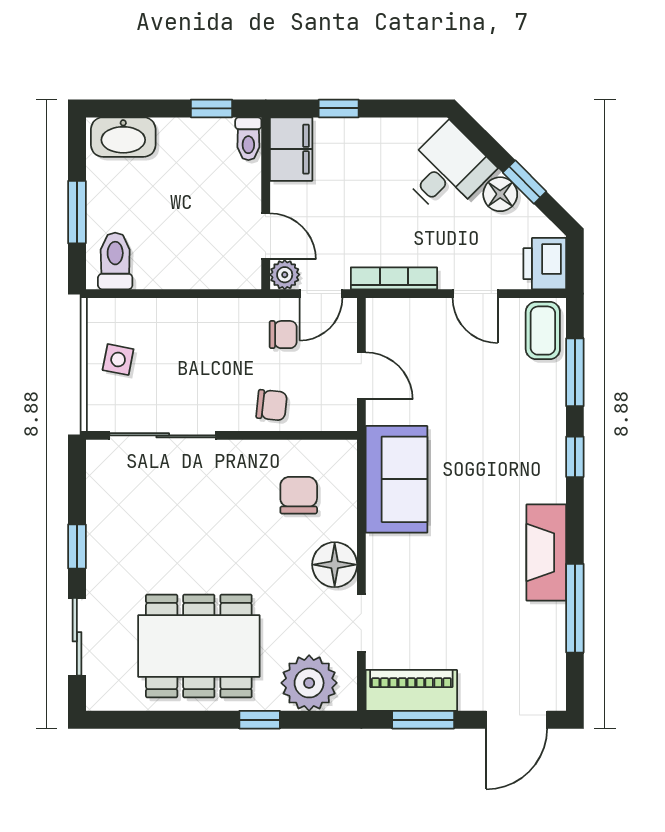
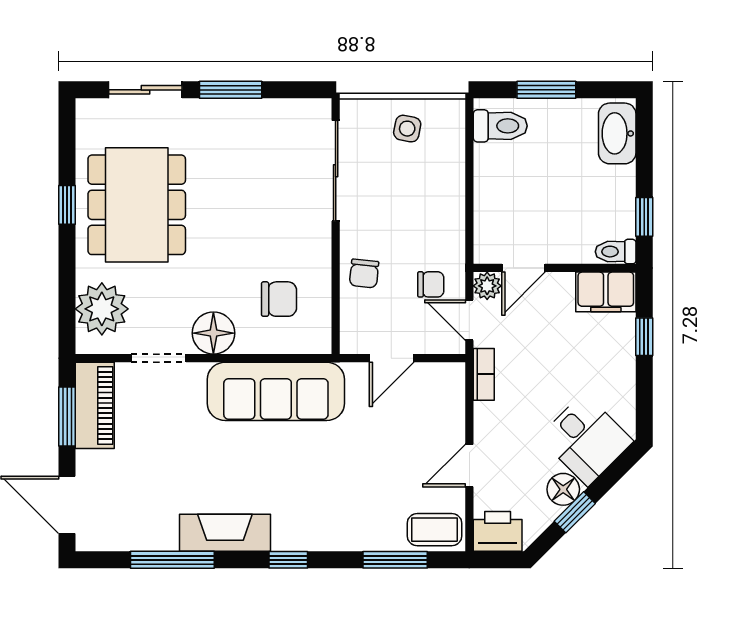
bookcase: (394, 278) -> (484, 374), width x0.64
chair: (283, 335) -> (431, 284), turned -90
window: (575, 457) -> (288, 560), moved
sofa: (396, 479) -> (276, 391), width x1.36
window: (77, 546) -> (231, 90), width x1.50
window: (260, 720) -> (67, 205), moved

